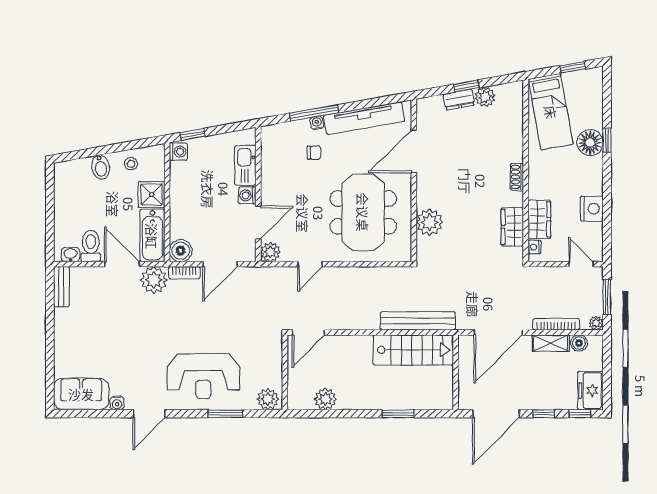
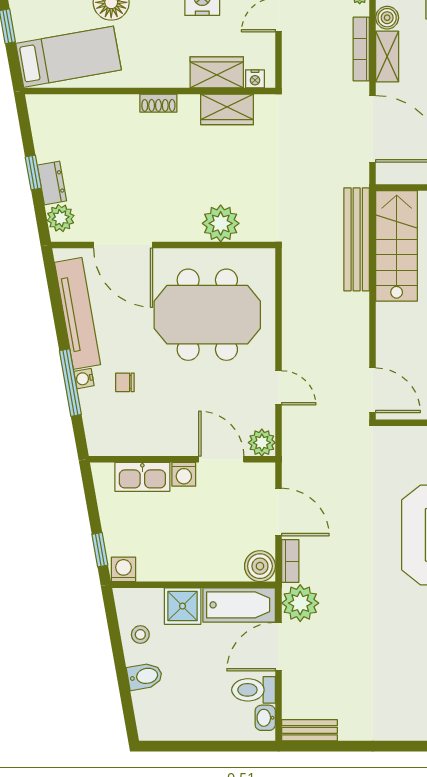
plant: (485, 97) -> (61, 218), moved
chair: (314, 153) -> (125, 382), turned -90

